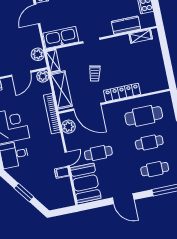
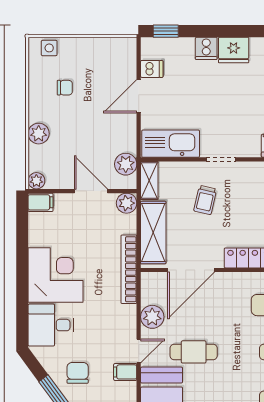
trolley: (95, 73) -> (205, 200), moved
door: (21, 74) -> (91, 191), swing flipped
door: (87, 107) -> (191, 270), hinge flipped
plant: (68, 127) -> (152, 317), moved
chair: (35, 179) -> (78, 373), added

